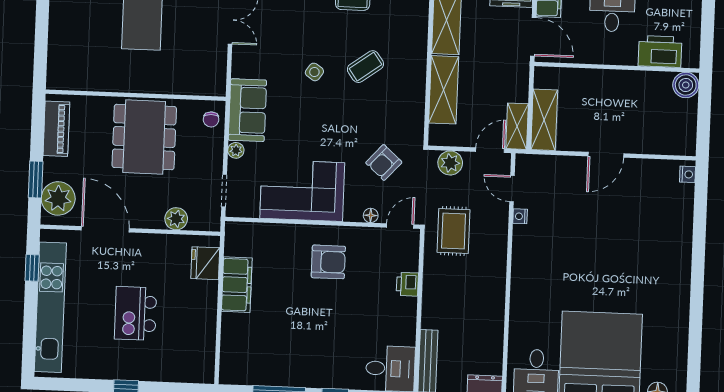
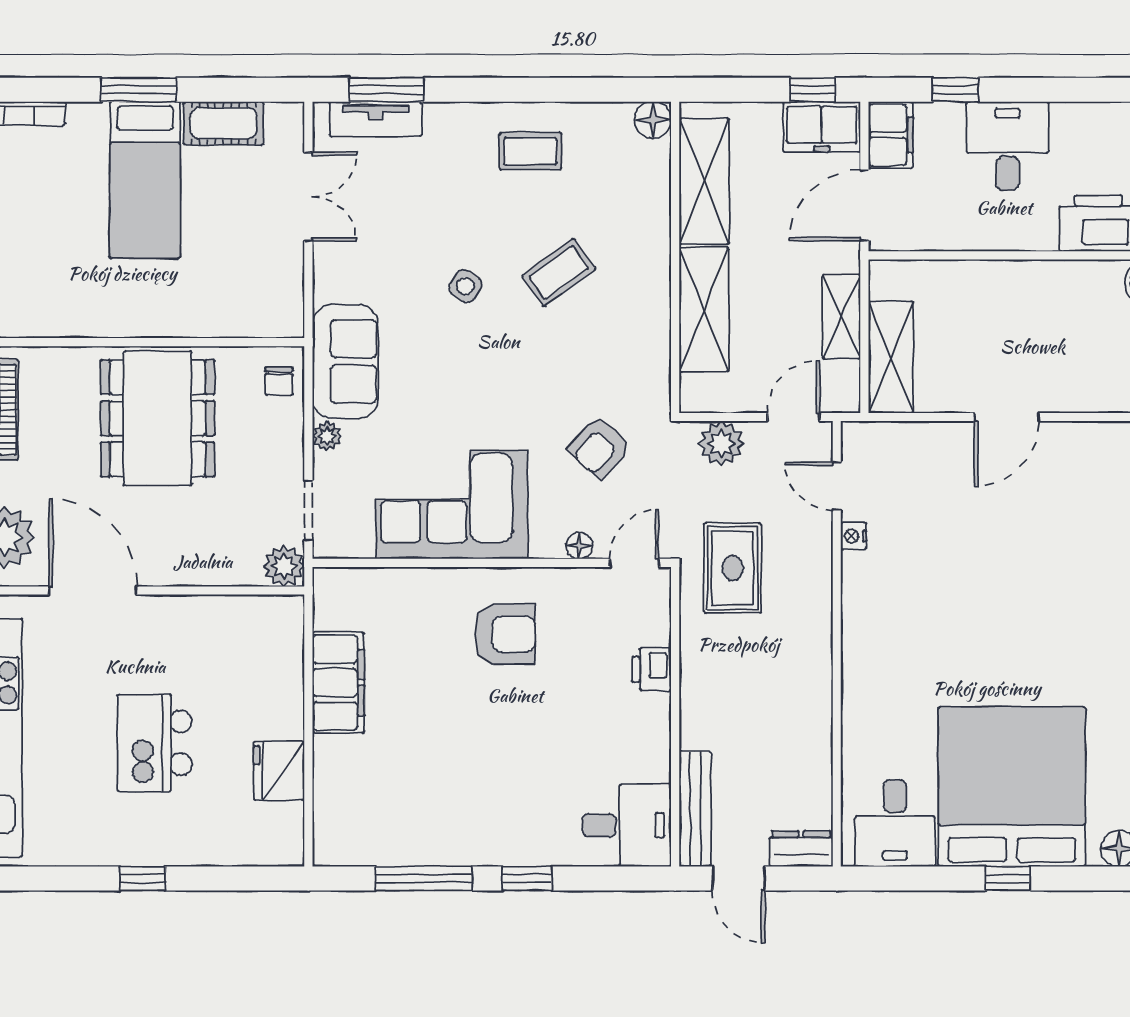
door: (533, 37) -> (864, 205), swing flipped
shelving: (517, 126) -> (841, 317), moved
plant: (176, 219) -> (284, 566), moved
fridge: (205, 263) -> (279, 771), moved

